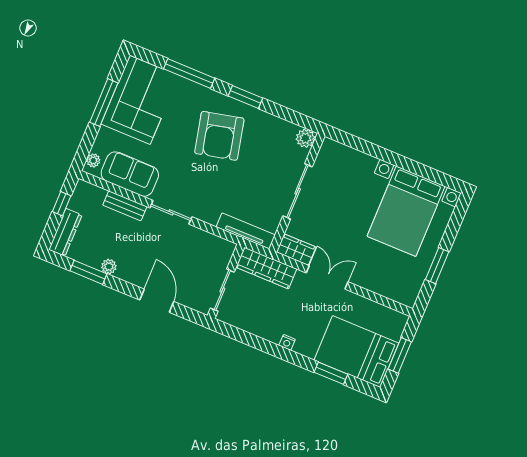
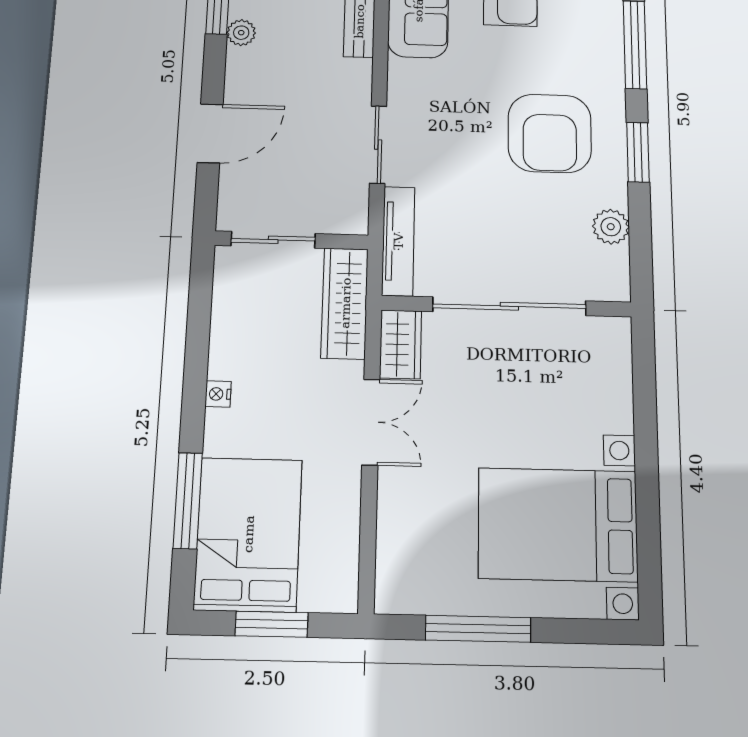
armchair: (219, 136) -> (550, 133), turned -77
plant: (305, 138) -> (611, 227), moved
sliding door: (298, 191) -> (509, 306), width x1.36
sliding door: (171, 212) -> (378, 145), moved
window: (437, 266) -> (478, 629), width x1.44
window: (331, 373) -> (188, 501), width x1.44

